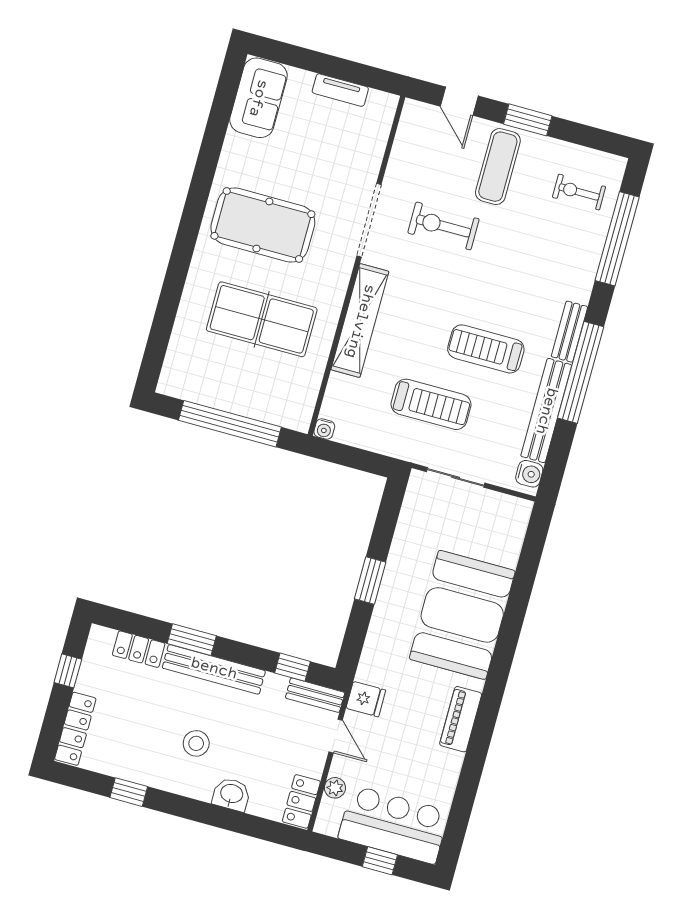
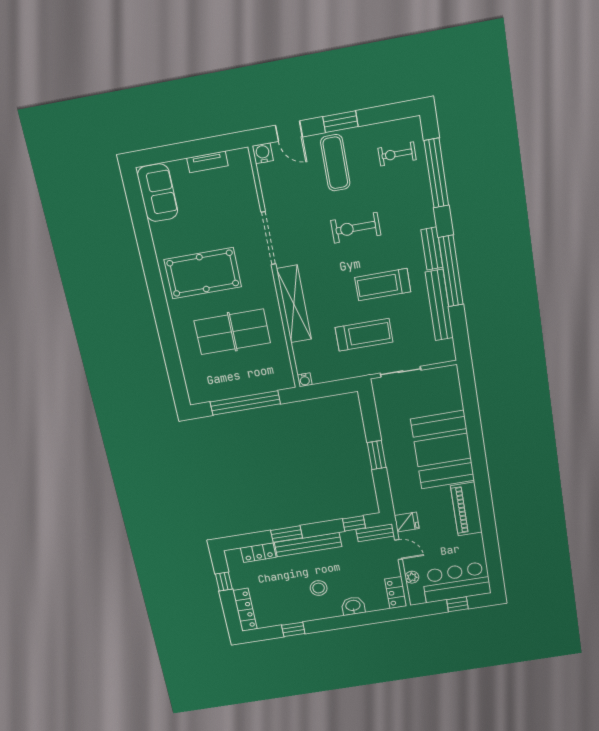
exercise bike: (443, 226) -> (356, 228), moved
water cooler: (529, 474) -> (263, 153), moved, turned -90
piano: (461, 719) -> (466, 509), width x1.37, depth x1.33

